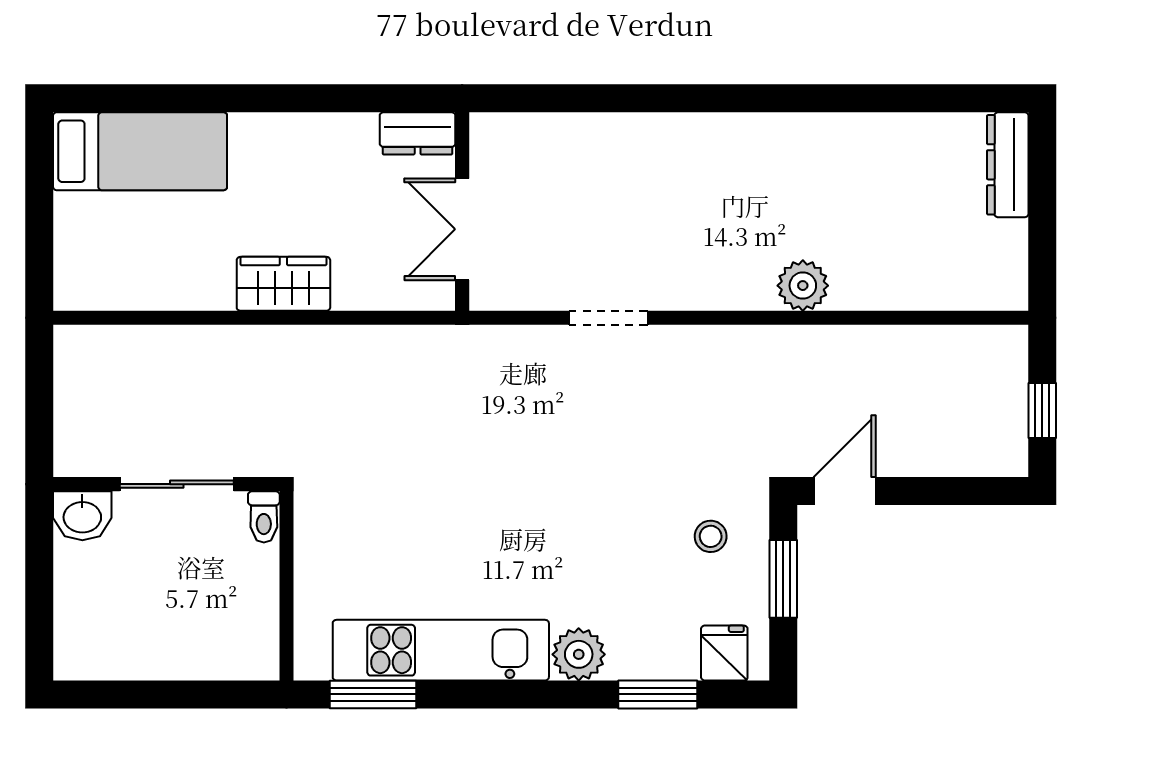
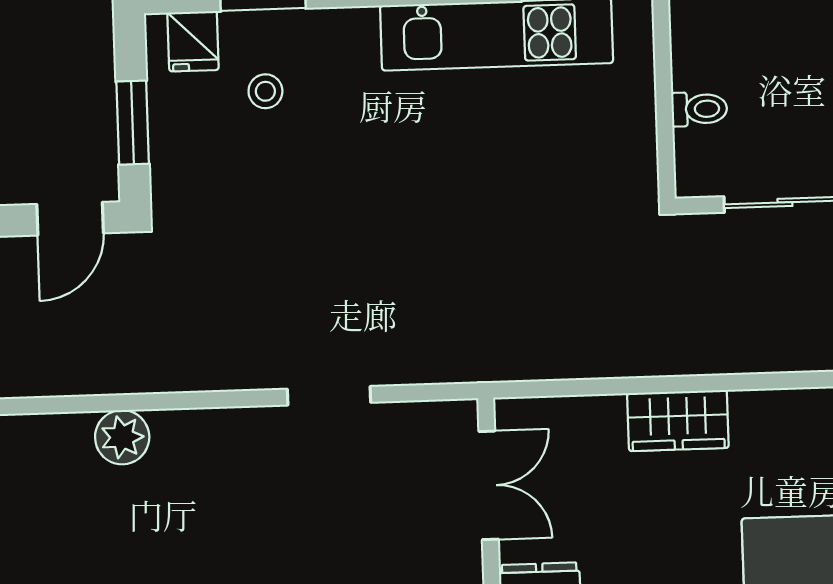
toilet: (264, 517) -> (699, 109), moved, turned 90
stool: (711, 536) -> (265, 91), moved
plant: (579, 654) -> (349, 35), removed

